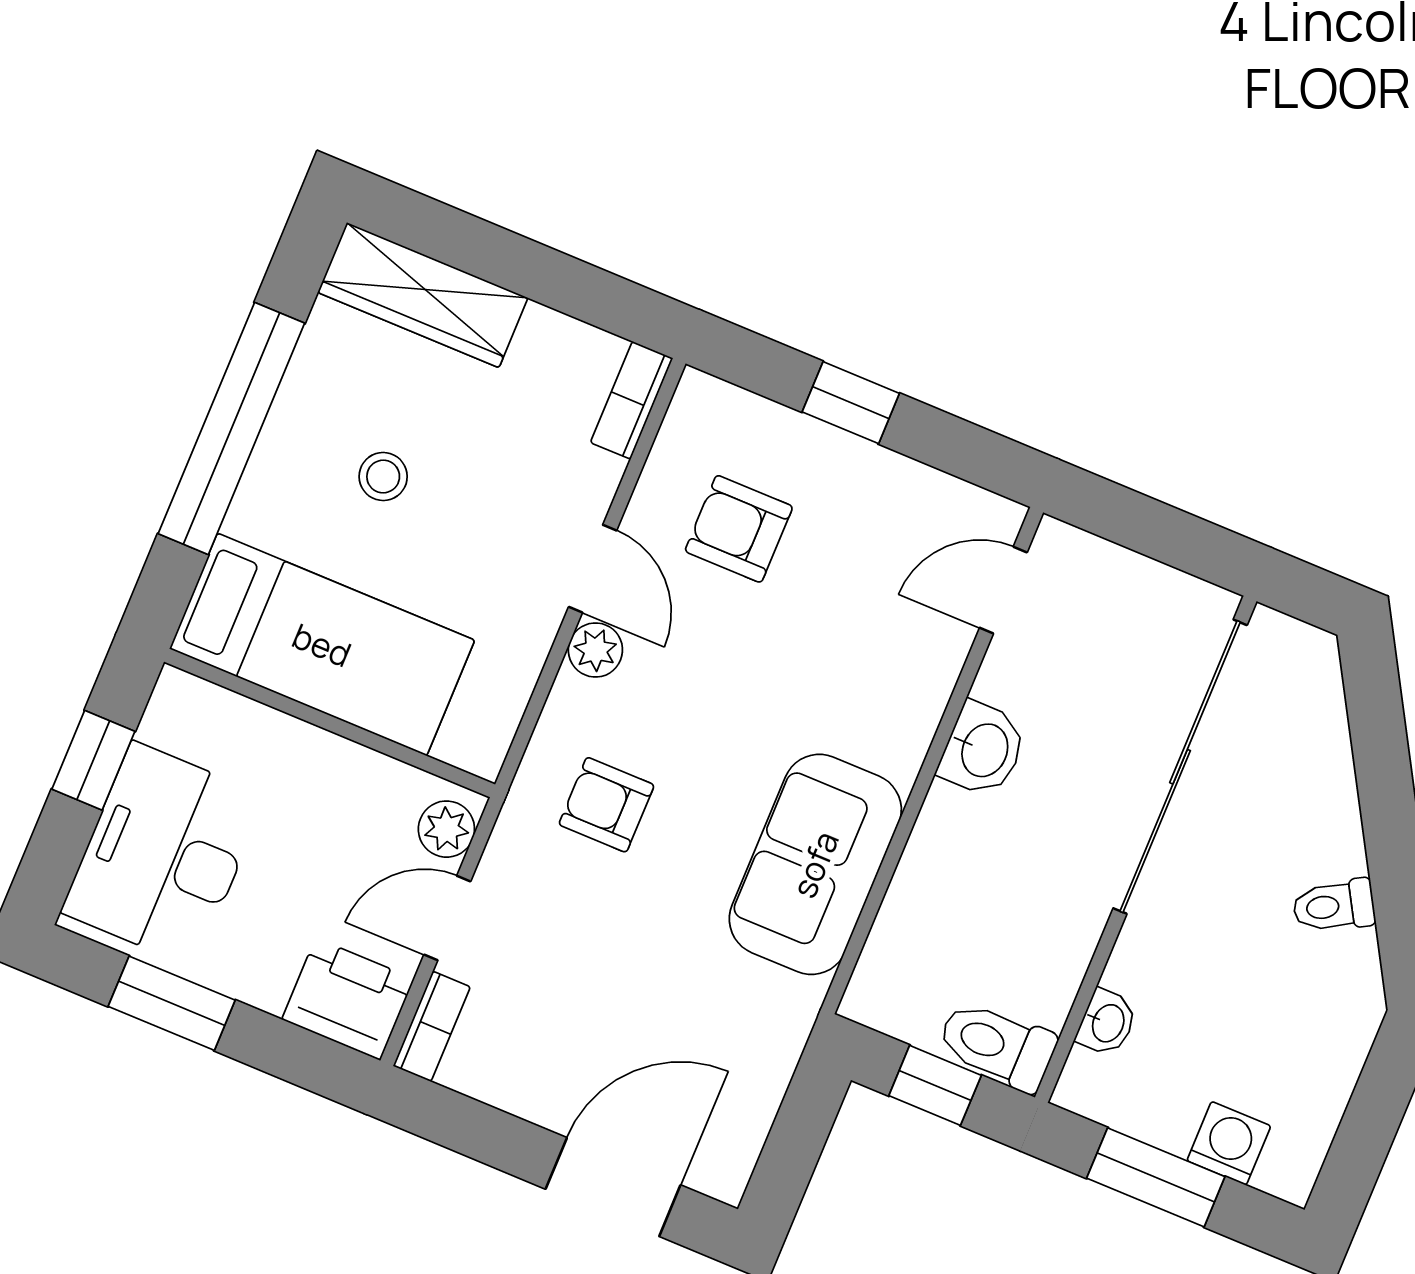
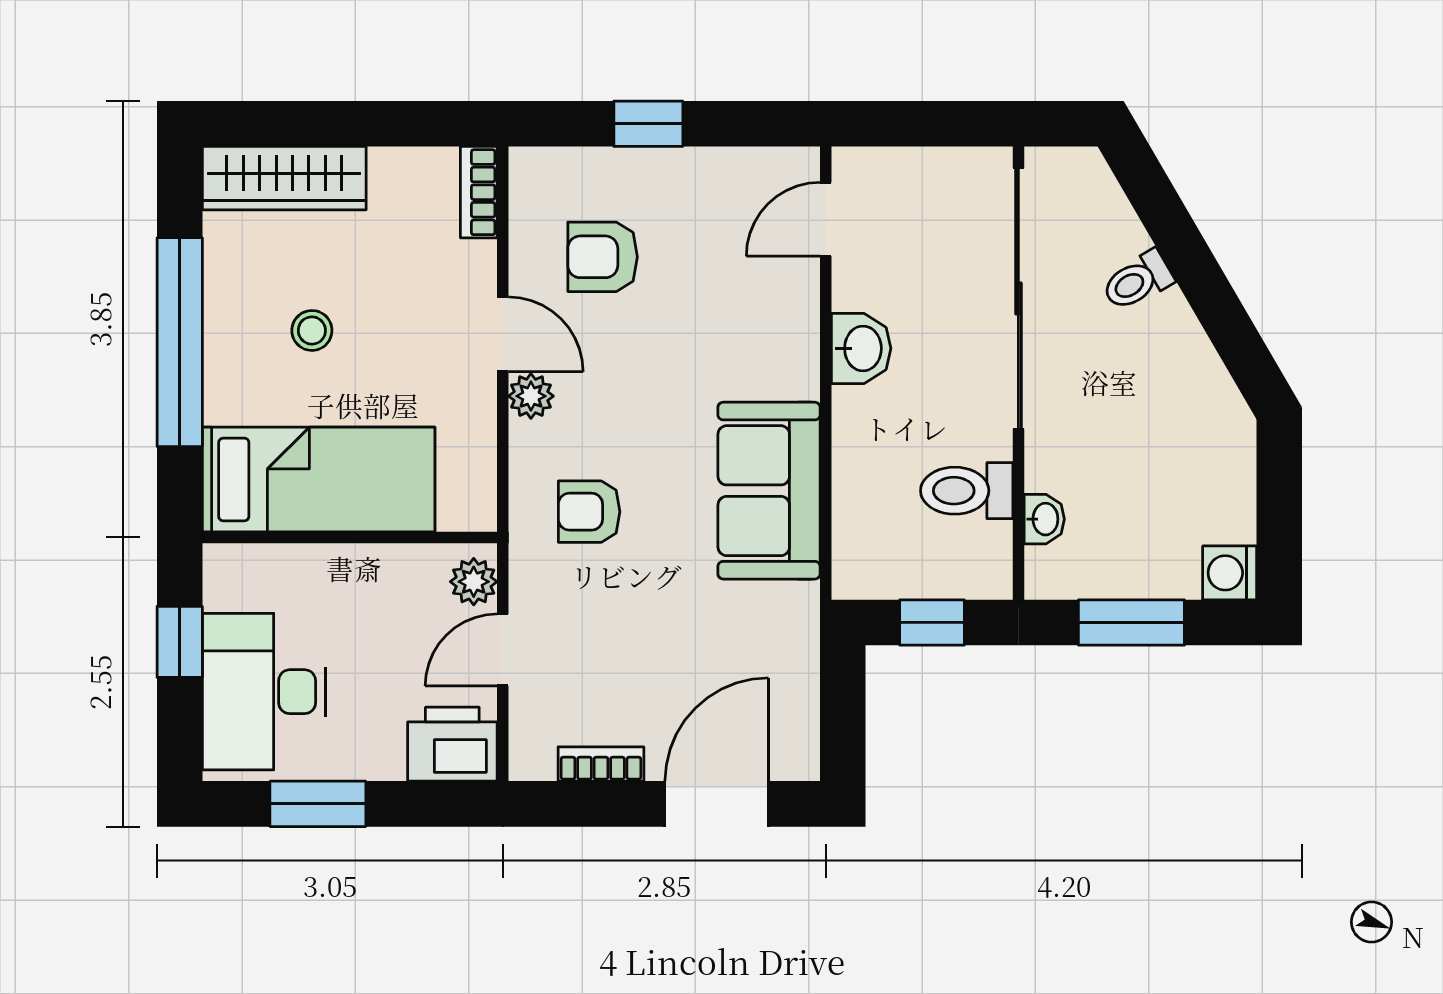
toilet: (1334, 906) -> (1137, 281), moved
bookcase: (432, 1026) -> (601, 764), moved, turned -90
toilet: (997, 1045) -> (967, 491), moved
washing machine: (1229, 1143) -> (1230, 573), moved, turned -90

